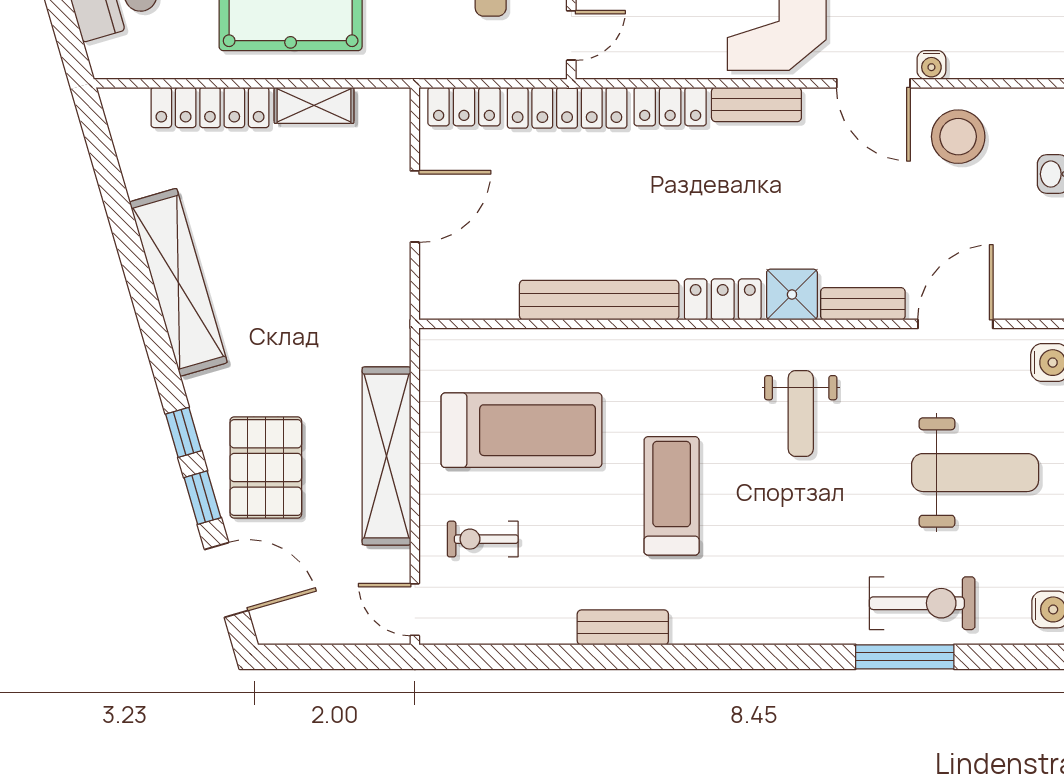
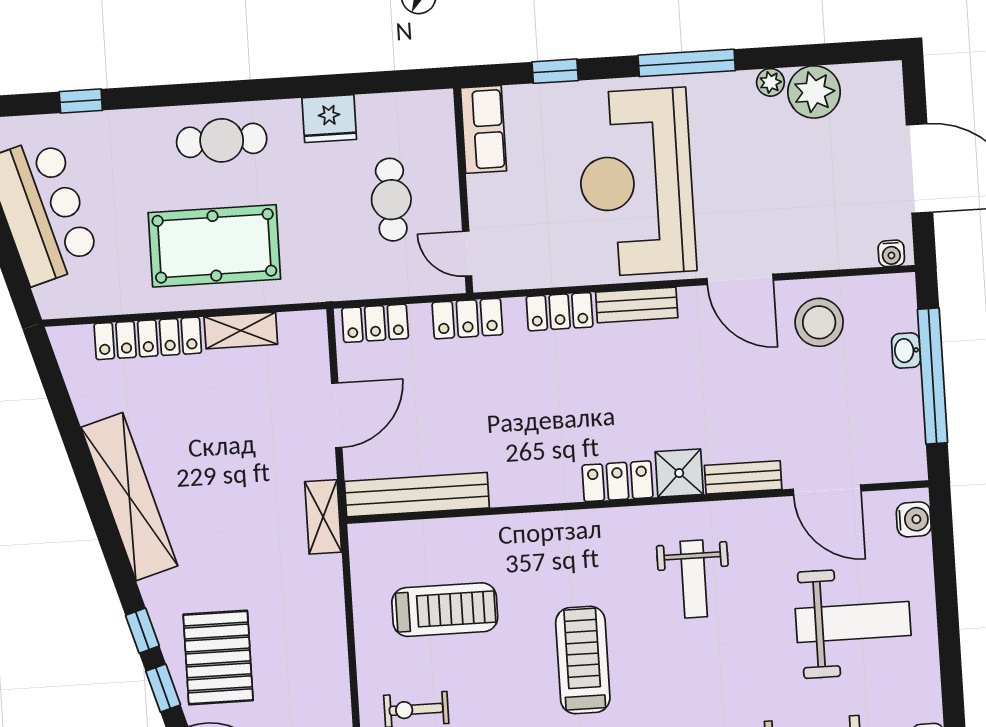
door: (571, 35) -> (467, 254), swing flipped
water cooler: (931, 65) -> (891, 253), moved
locker: (567, 108) -> (467, 319), width x0.66
bench: (599, 300) -> (417, 495), moved
door: (955, 324) -> (827, 490), swing flipped
treadmill: (521, 430) -> (445, 610), width x0.73, depth x0.73
shelving: (387, 456) -> (323, 517), moved, width x0.45, depth x0.75

